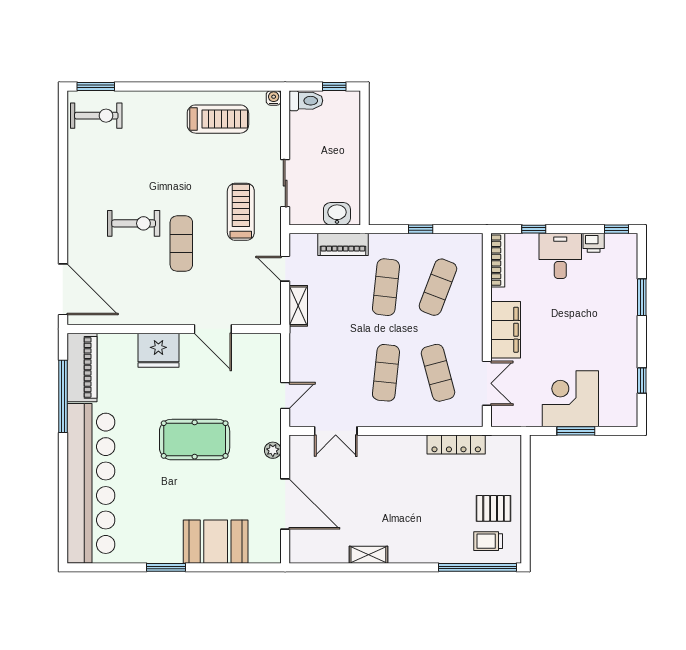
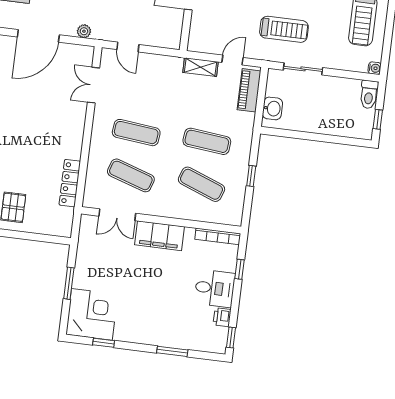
piano: (343, 244) -> (249, 90), moved
exercise mat: (438, 373) -> (131, 175), turned 33
corner desk: (570, 399) -> (92, 314), moved

